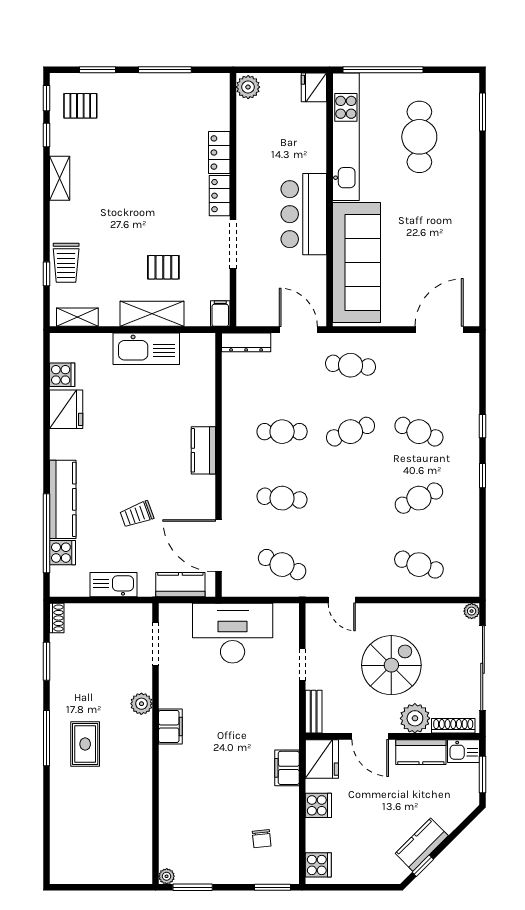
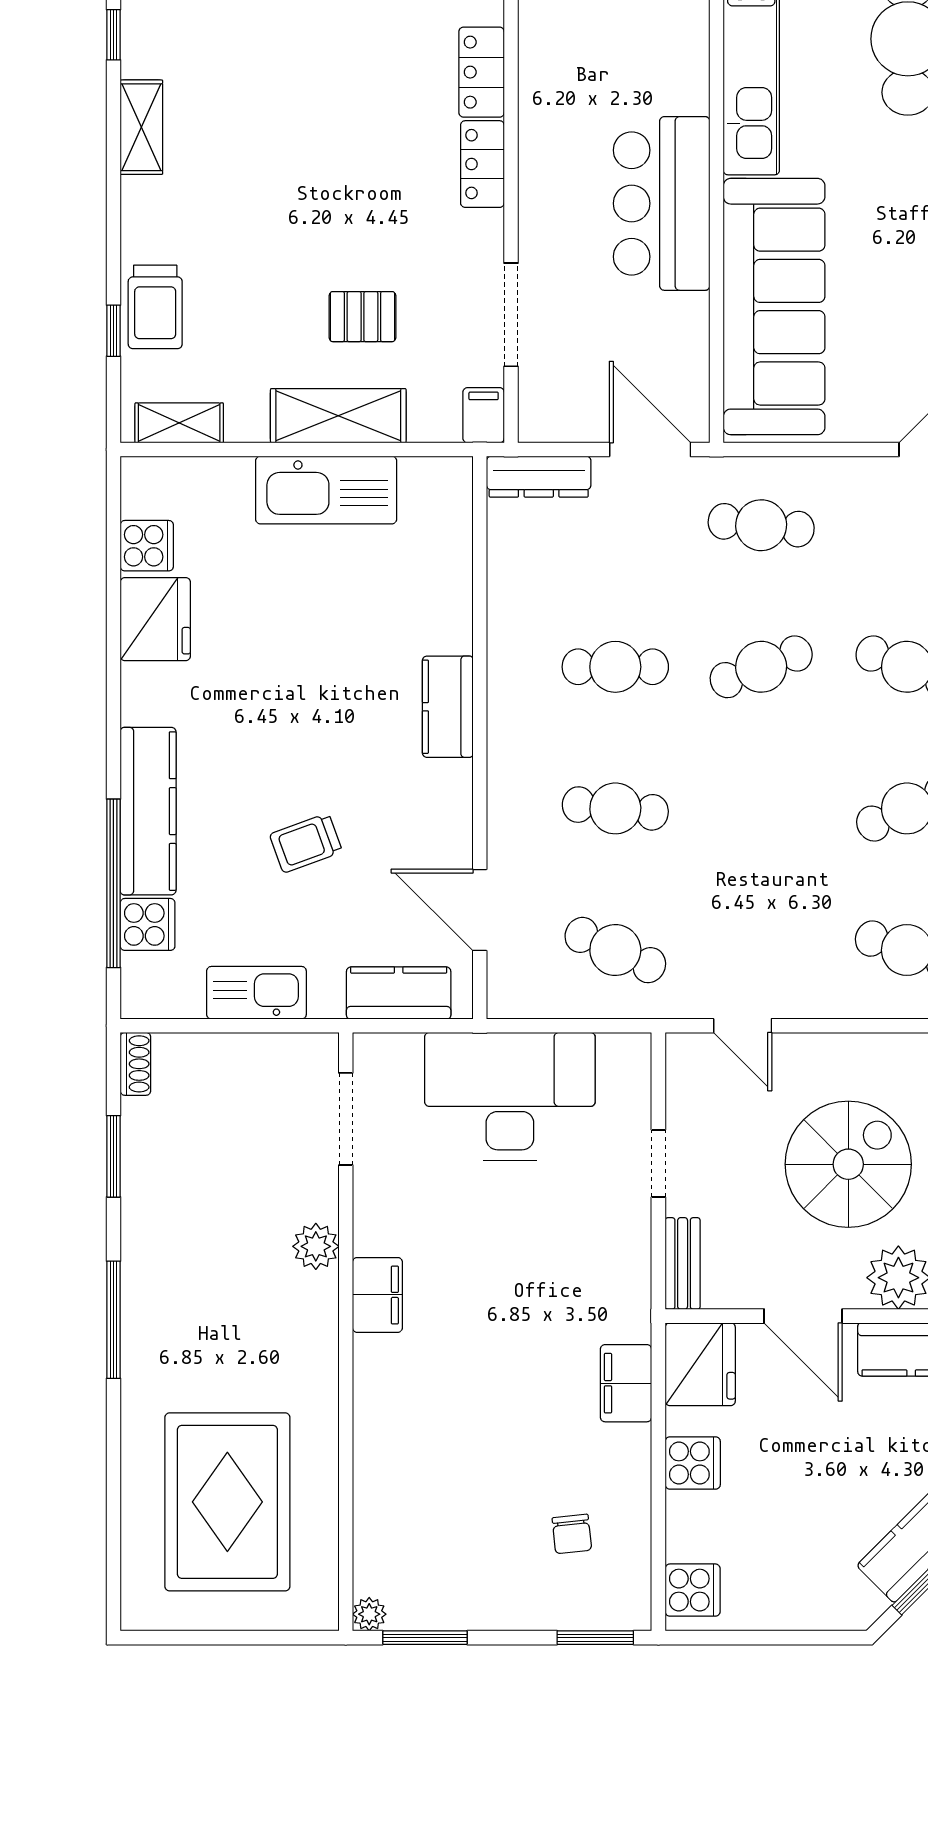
doorway: (233, 244) -> (511, 315), moved
door: (218, 546) -> (480, 910), width x0.73
rug: (85, 744) -> (227, 1502), moved, width x1.86, depth x2.06

